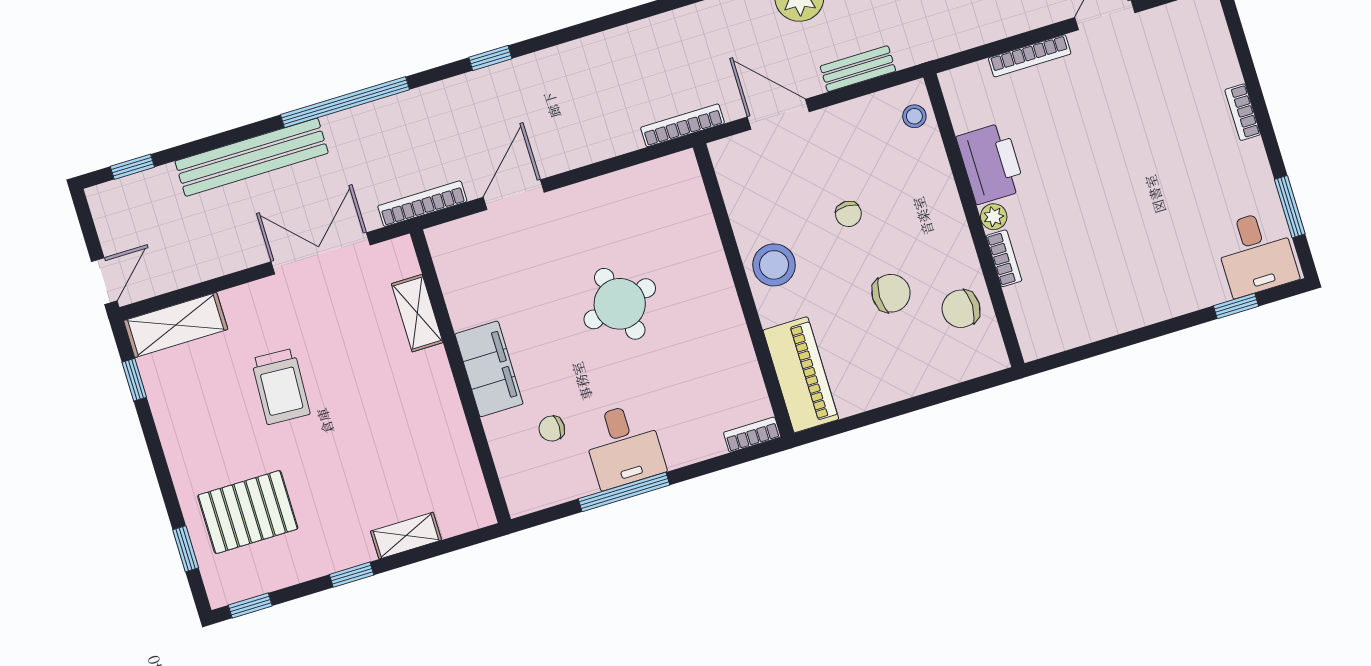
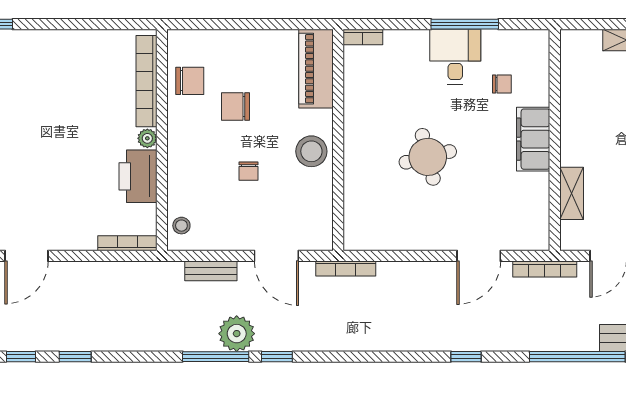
bookcase: (1030, 56) -> (127, 243), moved
chair: (848, 214) -> (248, 171), turned 180
bookcase: (1004, 258) -> (147, 81), width x2.31, depth x1.31

